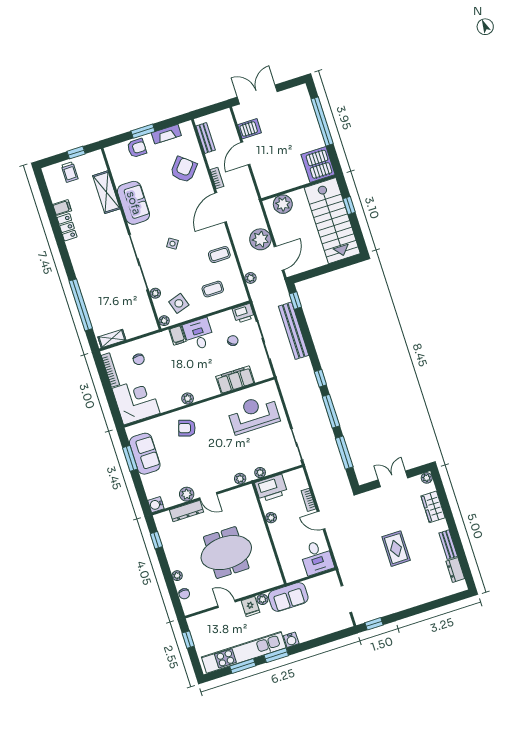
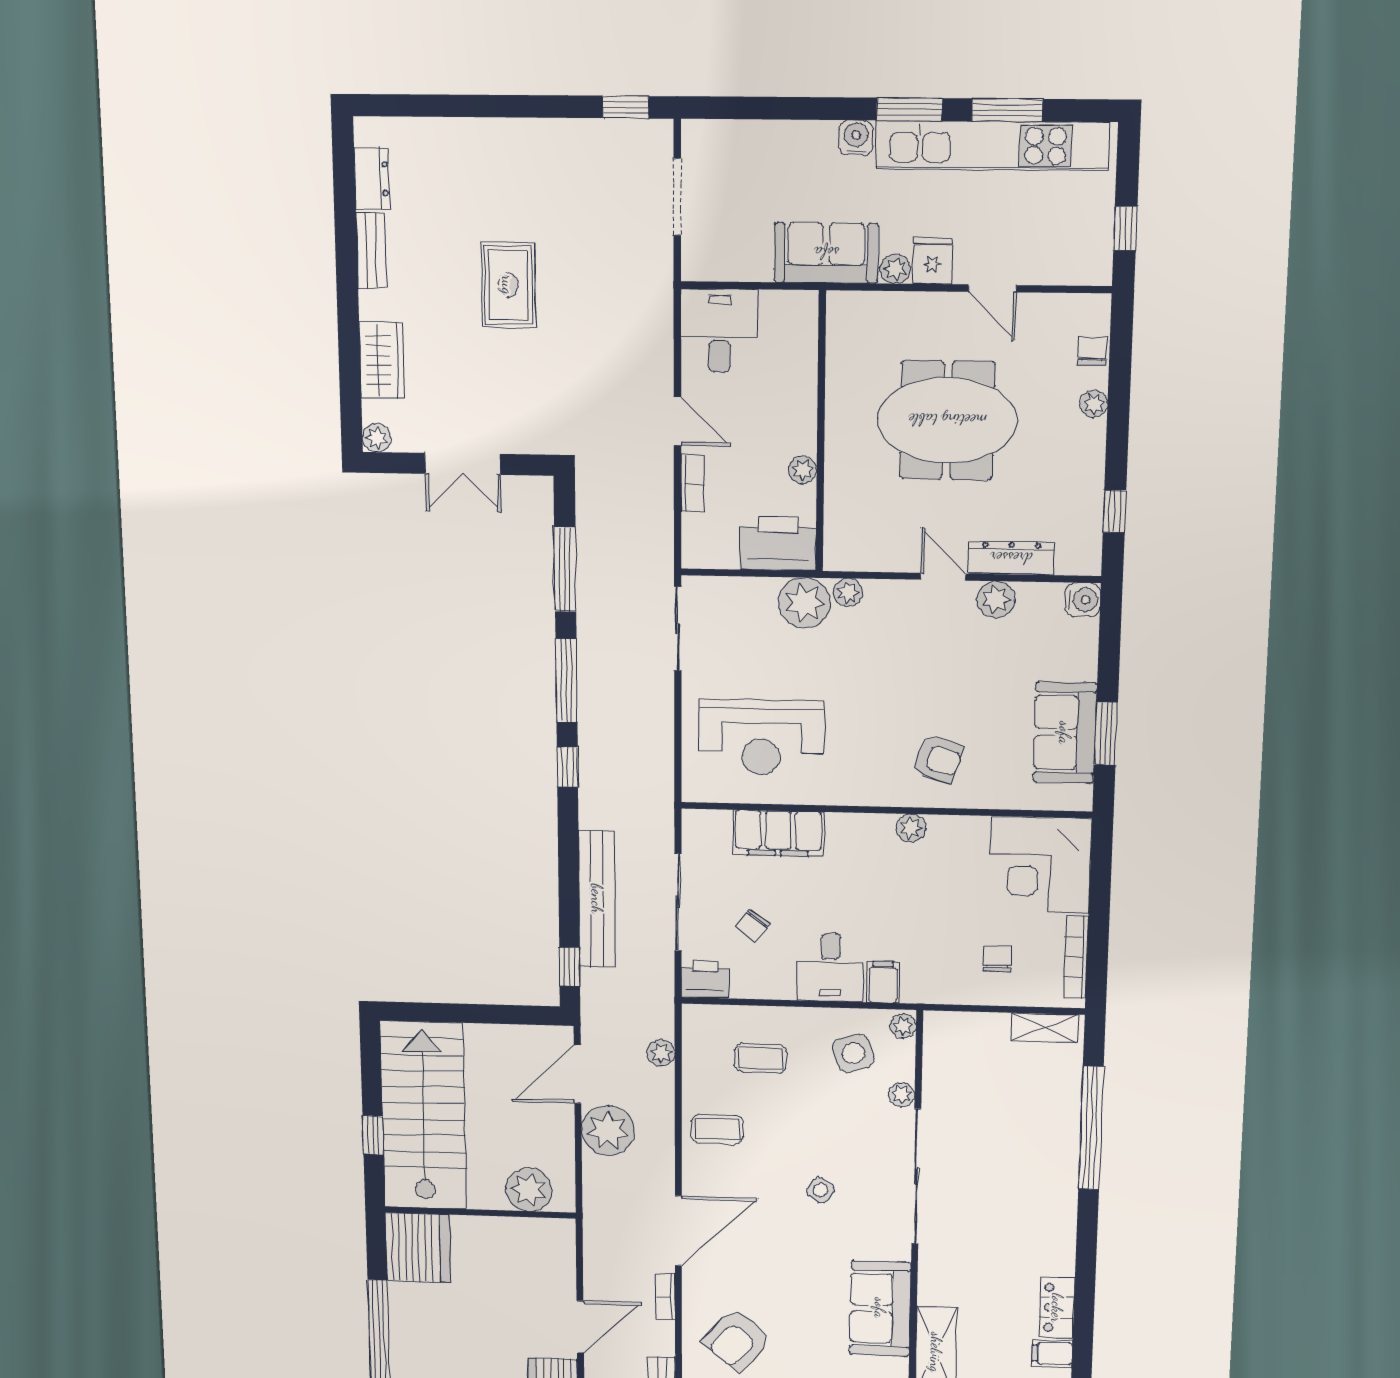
plant: (260, 473) -> (804, 603), width x1.87, depth x1.87

